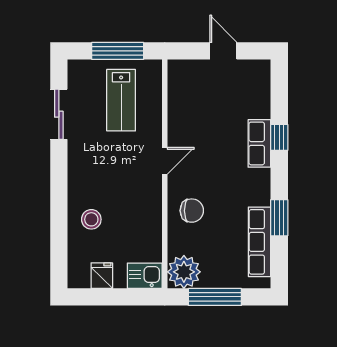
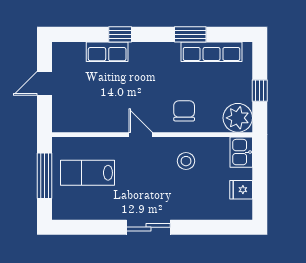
lab bench: (121, 100) -> (88, 173), turned 180
sliding door: (59, 114) -> (148, 227), moved
row of seats: (259, 143) -> (107, 52), moved
stool: (91, 219) -> (186, 161), moved
window: (215, 297) -> (260, 91), width x0.46

